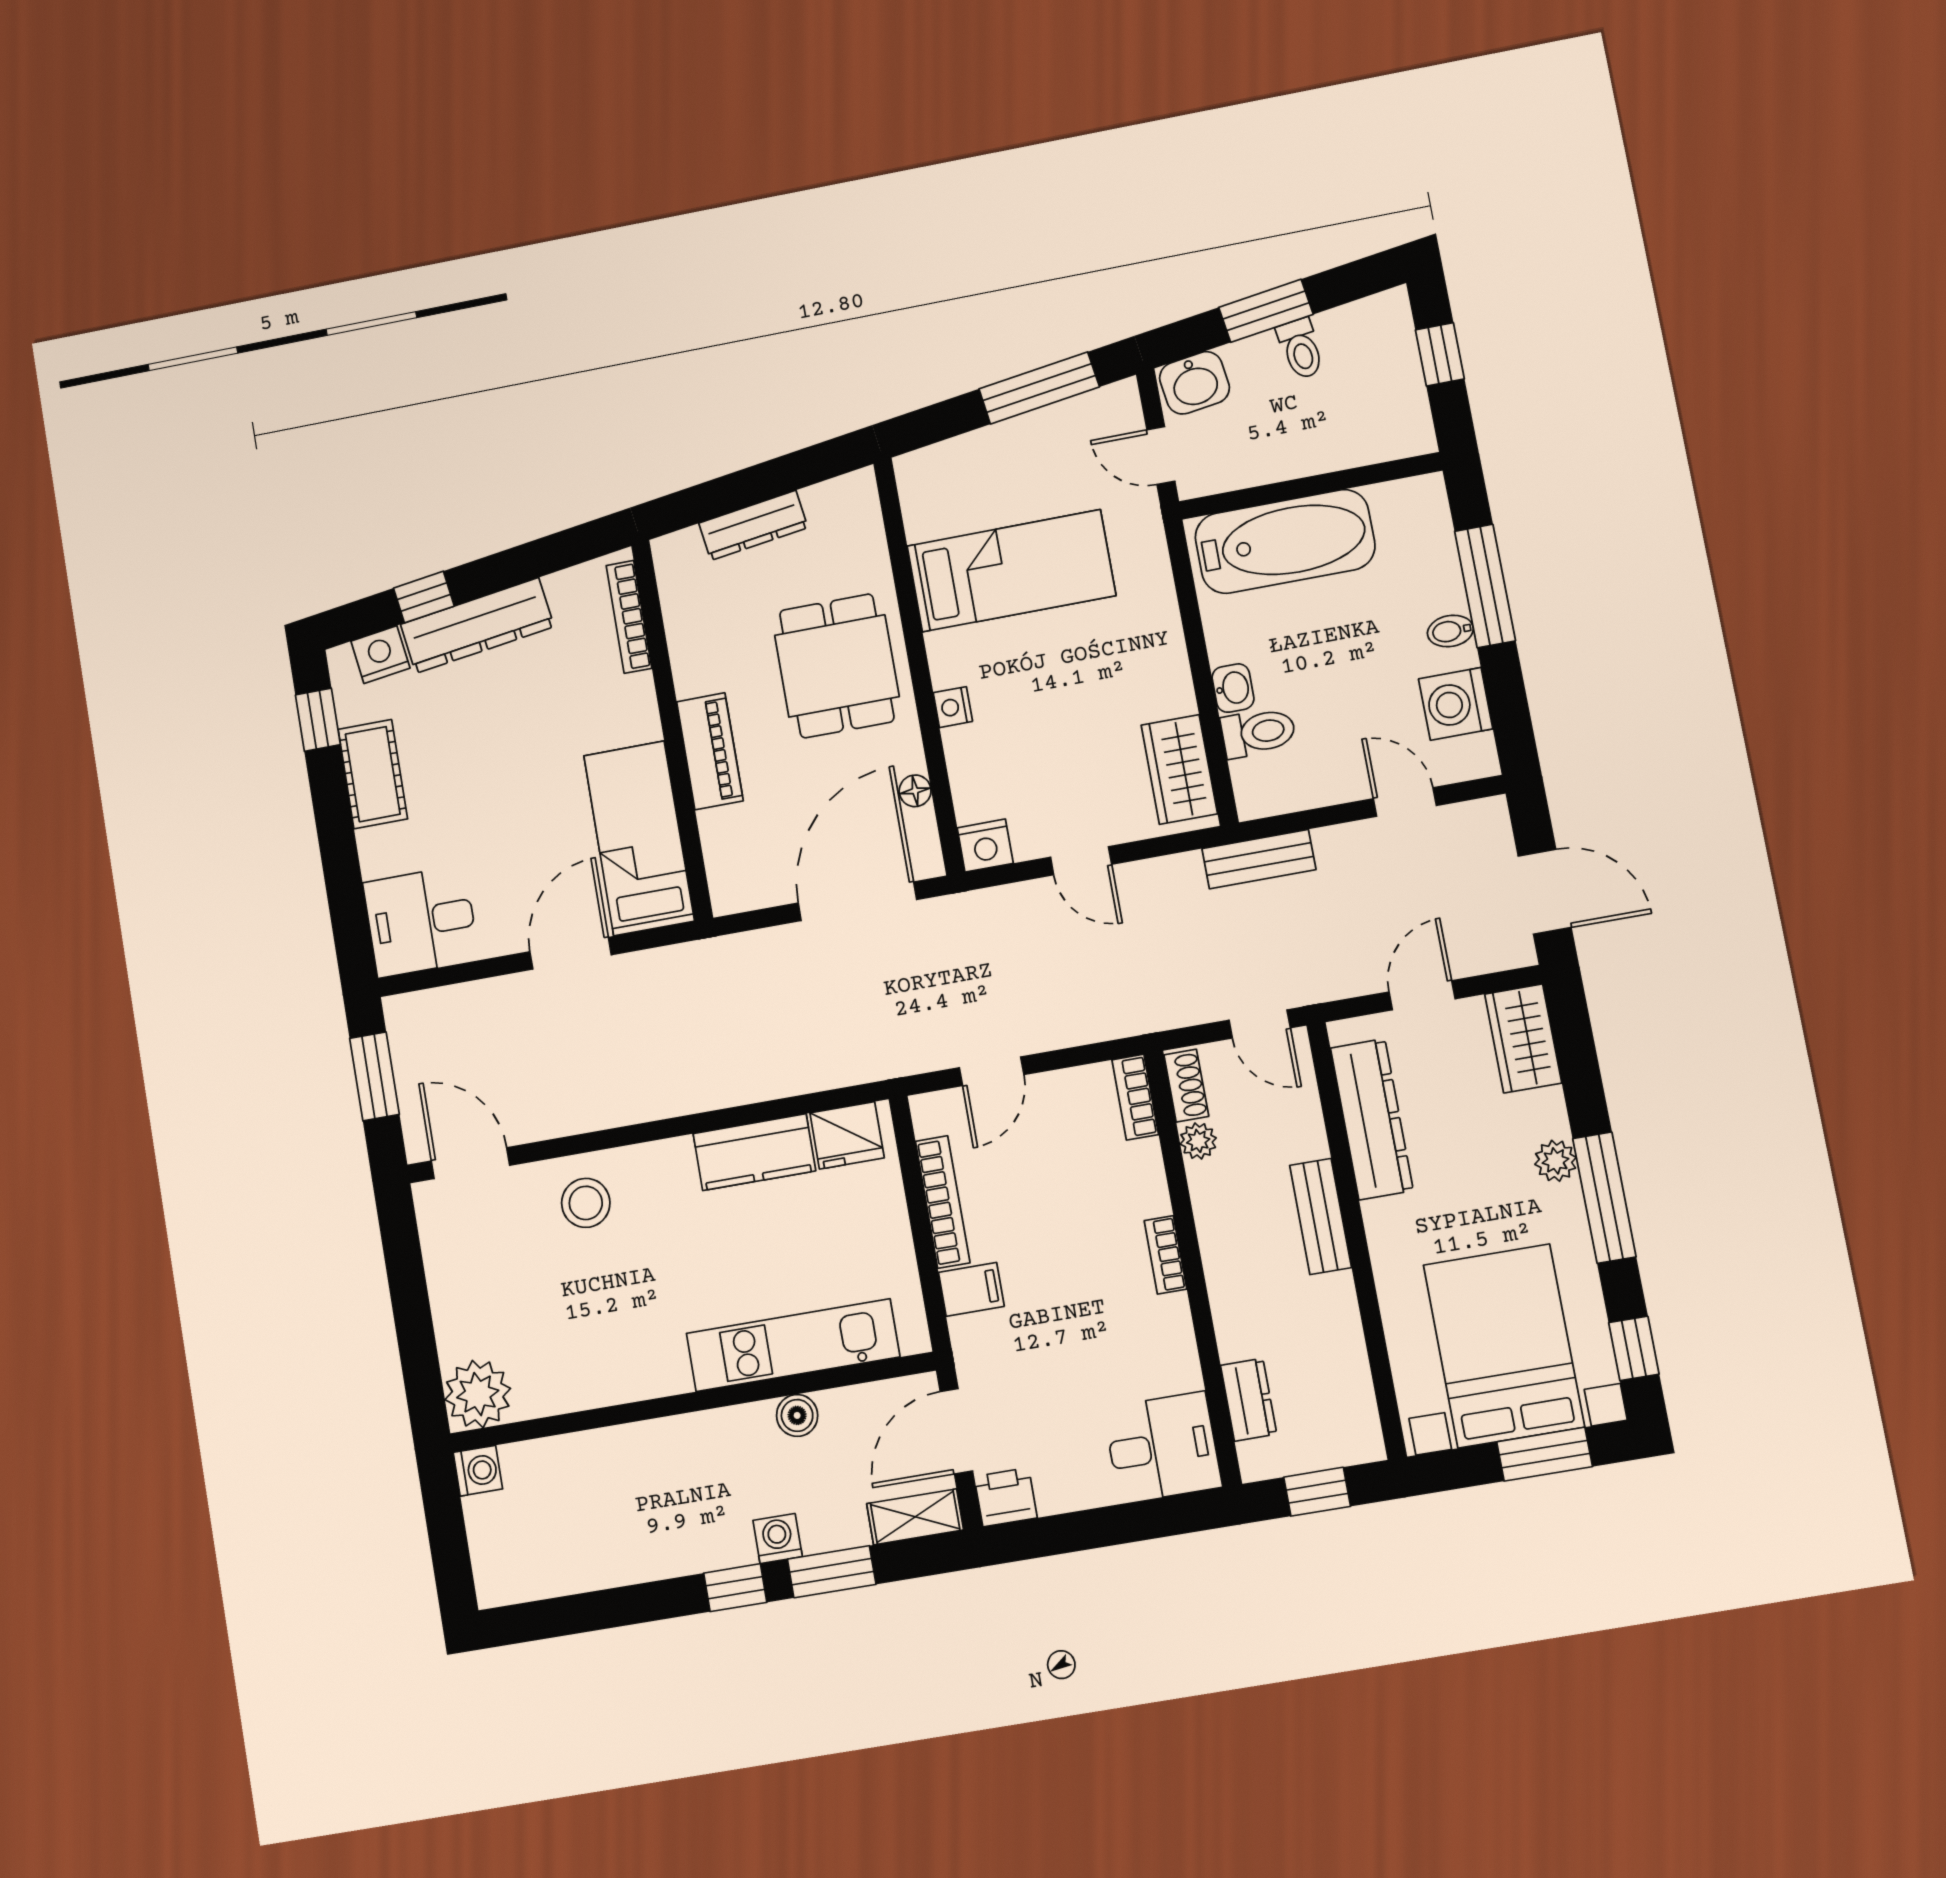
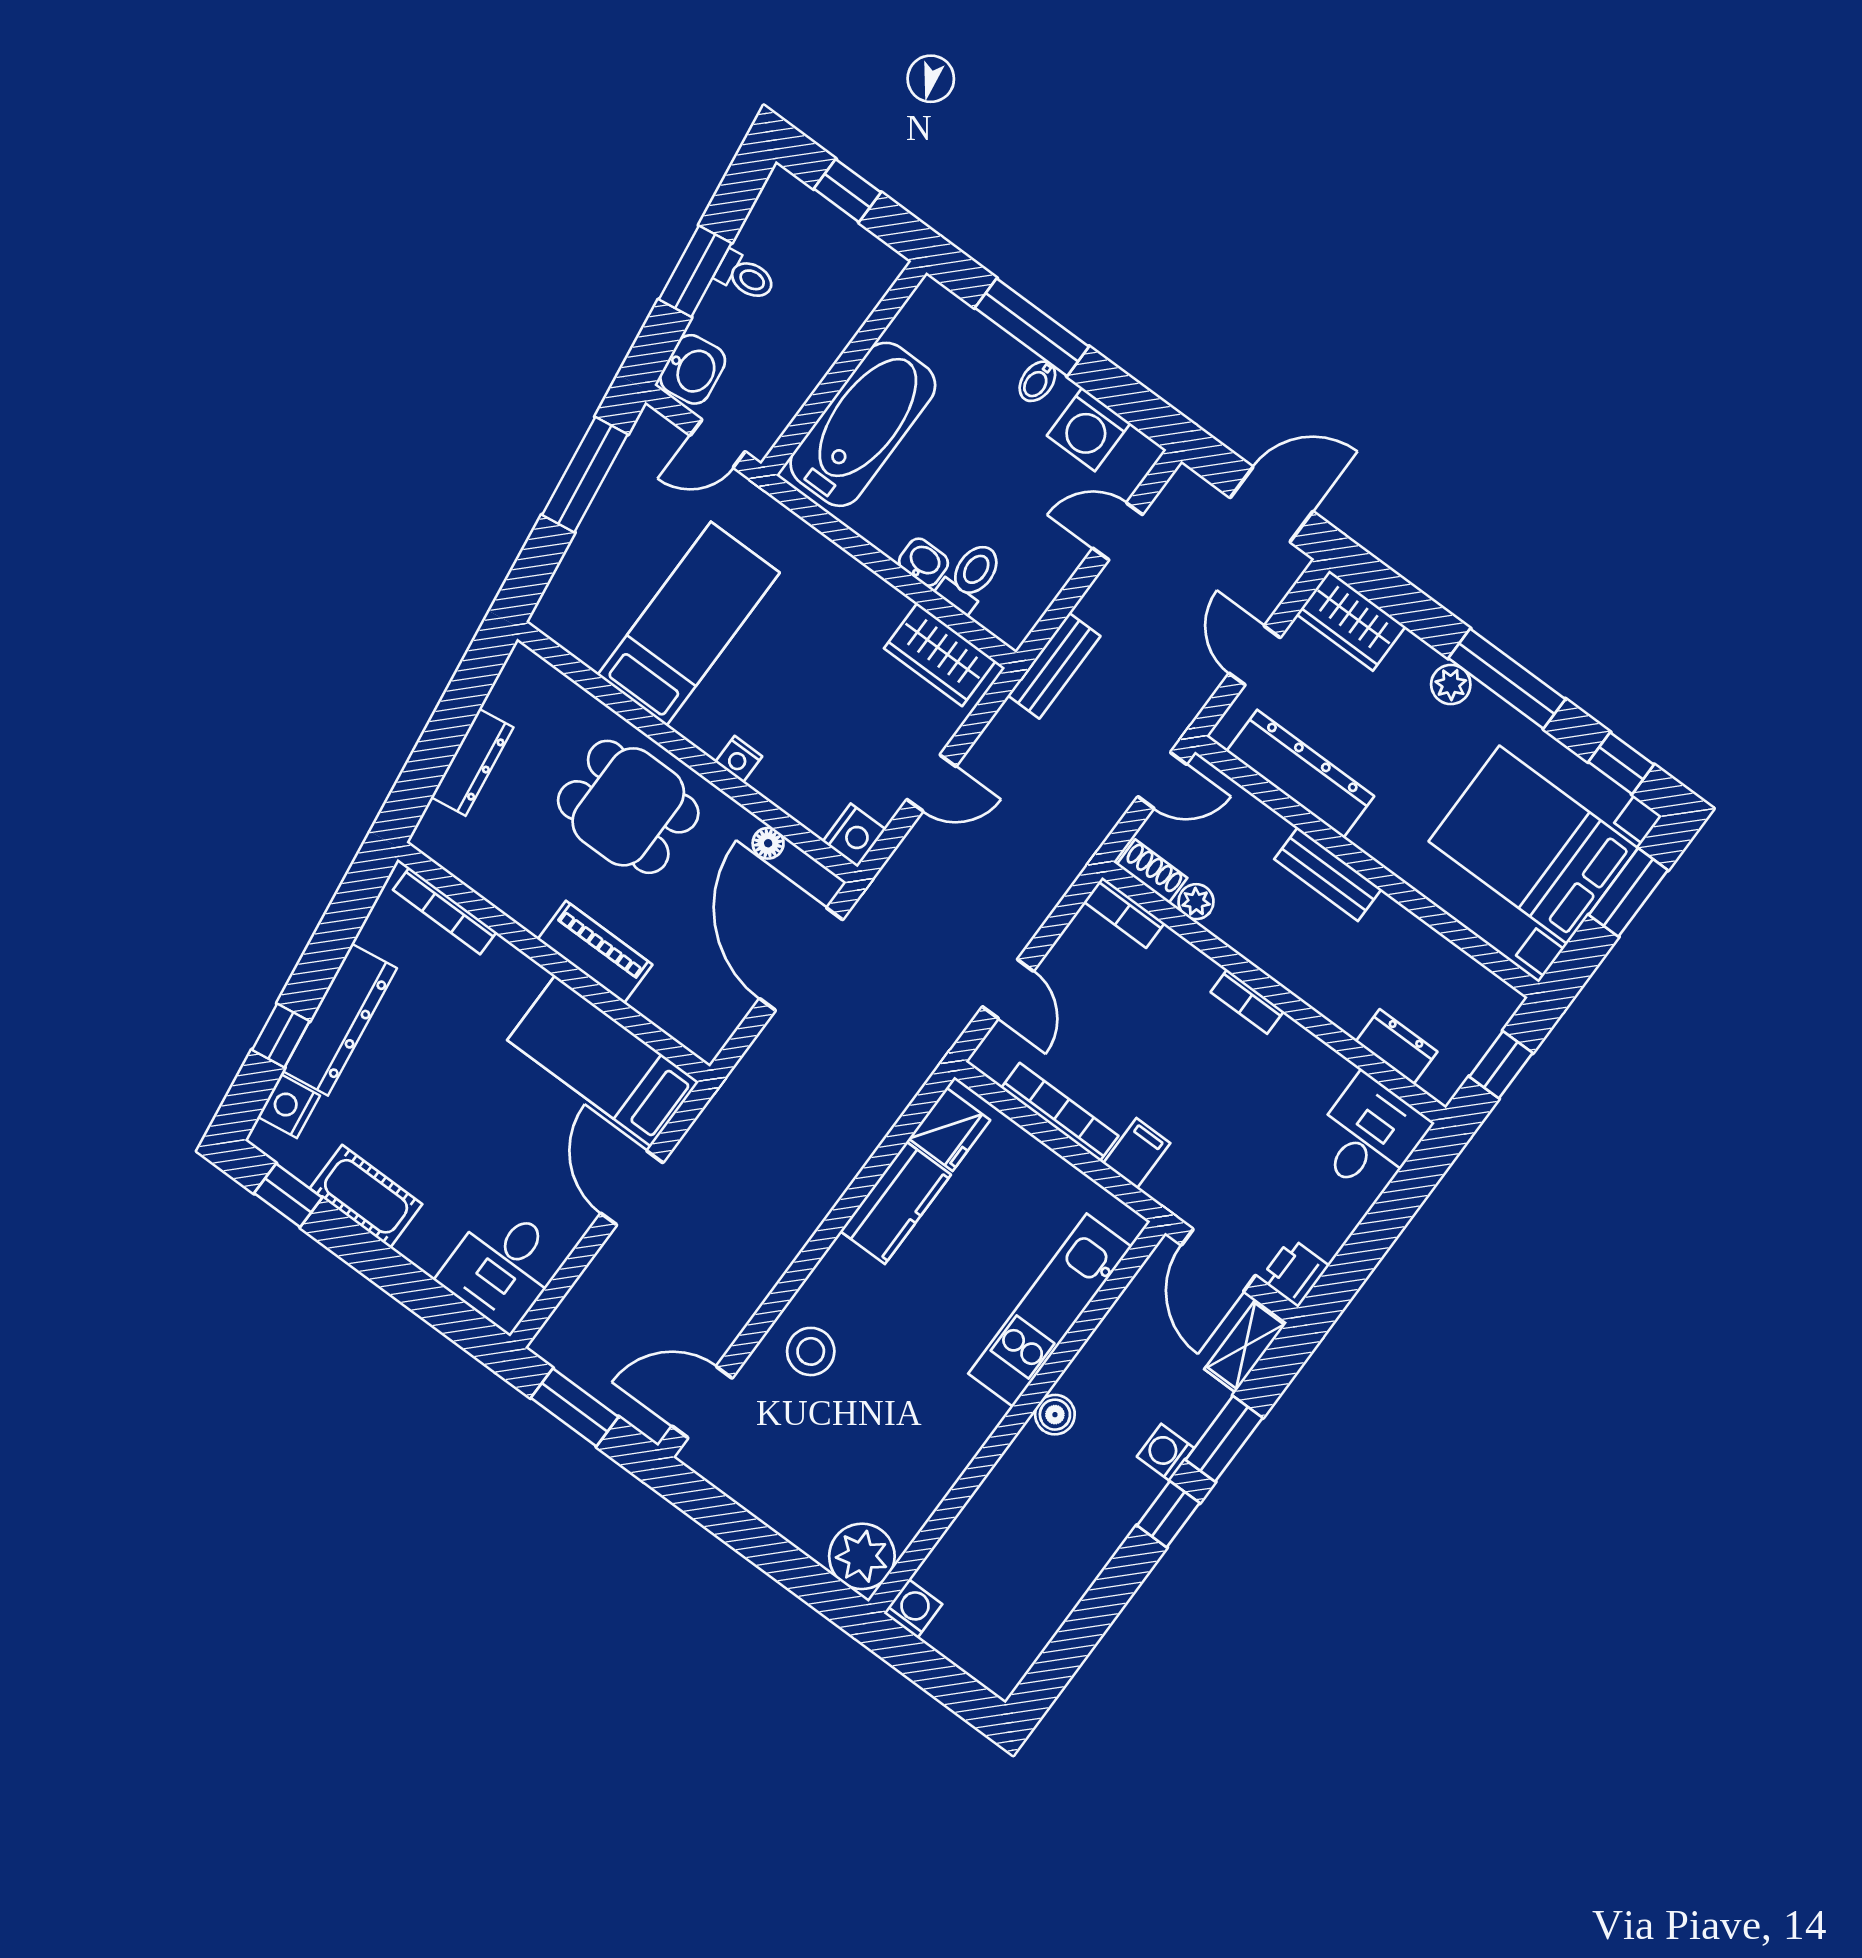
boiler: (797, 1415) -> (1055, 1415), moved

